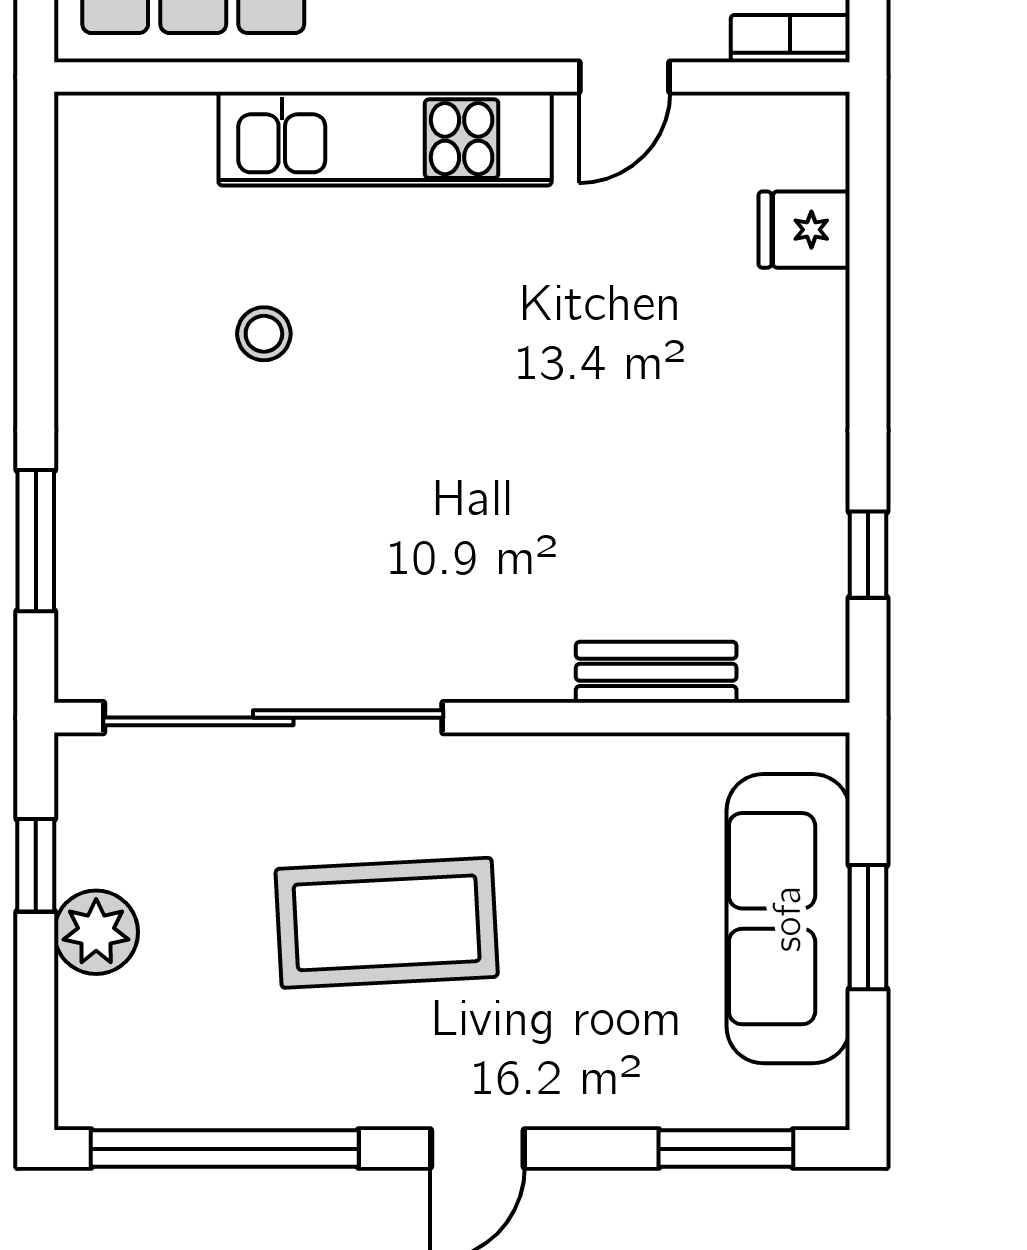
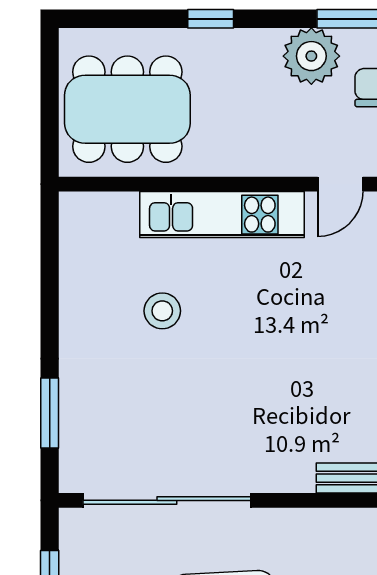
stool: (264, 334) -> (162, 311), width x1.37, depth x1.37

